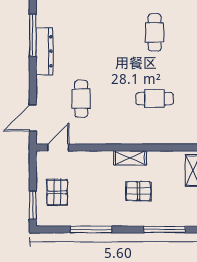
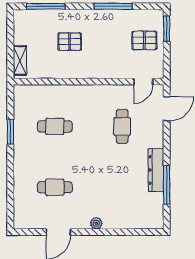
cafe table: (155, 32) -> (55, 187), turned 90
shelving: (130, 158) -> (77, 72), removed
pallet: (57, 192) -> (144, 40), turned 90

